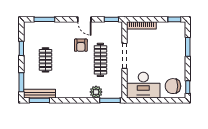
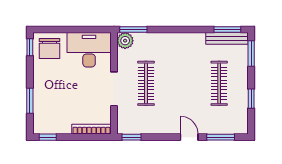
door: (84, 19) -> (189, 137), moved
armchair: (81, 45) -> (172, 103), removed
clothes rail: (45, 60) -> (219, 83), width x1.36
chair: (173, 86) -> (50, 49), turned 90
plant: (96, 92) -> (125, 41), moved

